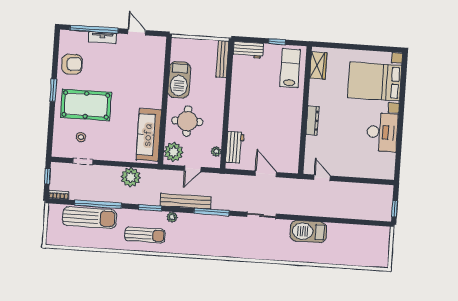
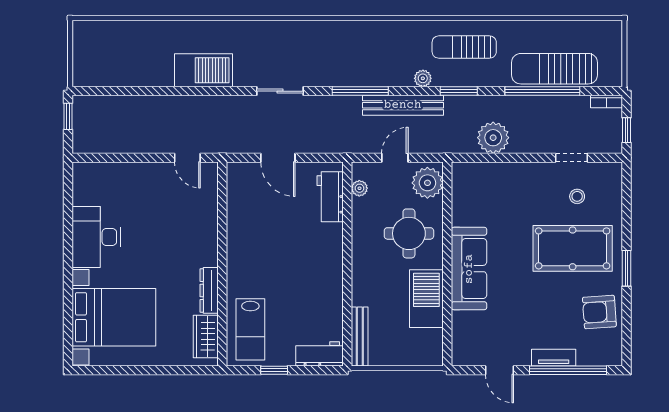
dresser: (312, 120) -> (209, 290), moved
sofa: (149, 135) -> (469, 269), moved

